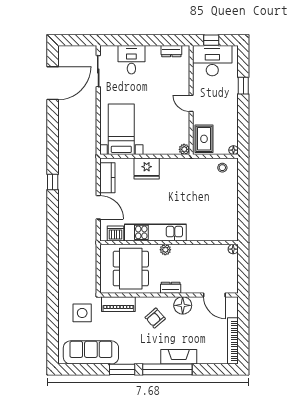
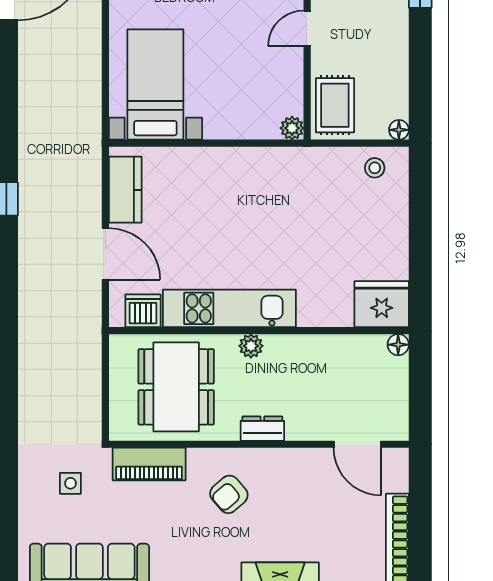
door: (191, 103) -> (307, 28), hinge flipped
fridge: (147, 168) -> (382, 304), moved, turned 180
floor lamp: (183, 305) -> (289, 467), removed
side table: (82, 313) -> (70, 483), width x0.54, depth x0.54

